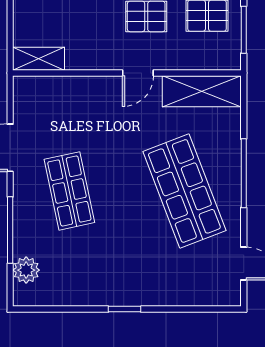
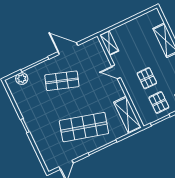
door: (138, 73) -> (116, 72), moved
shop shelf: (69, 191) -> (62, 81), turned 30
shop shelf: (184, 191) -> (84, 127), turned 36

